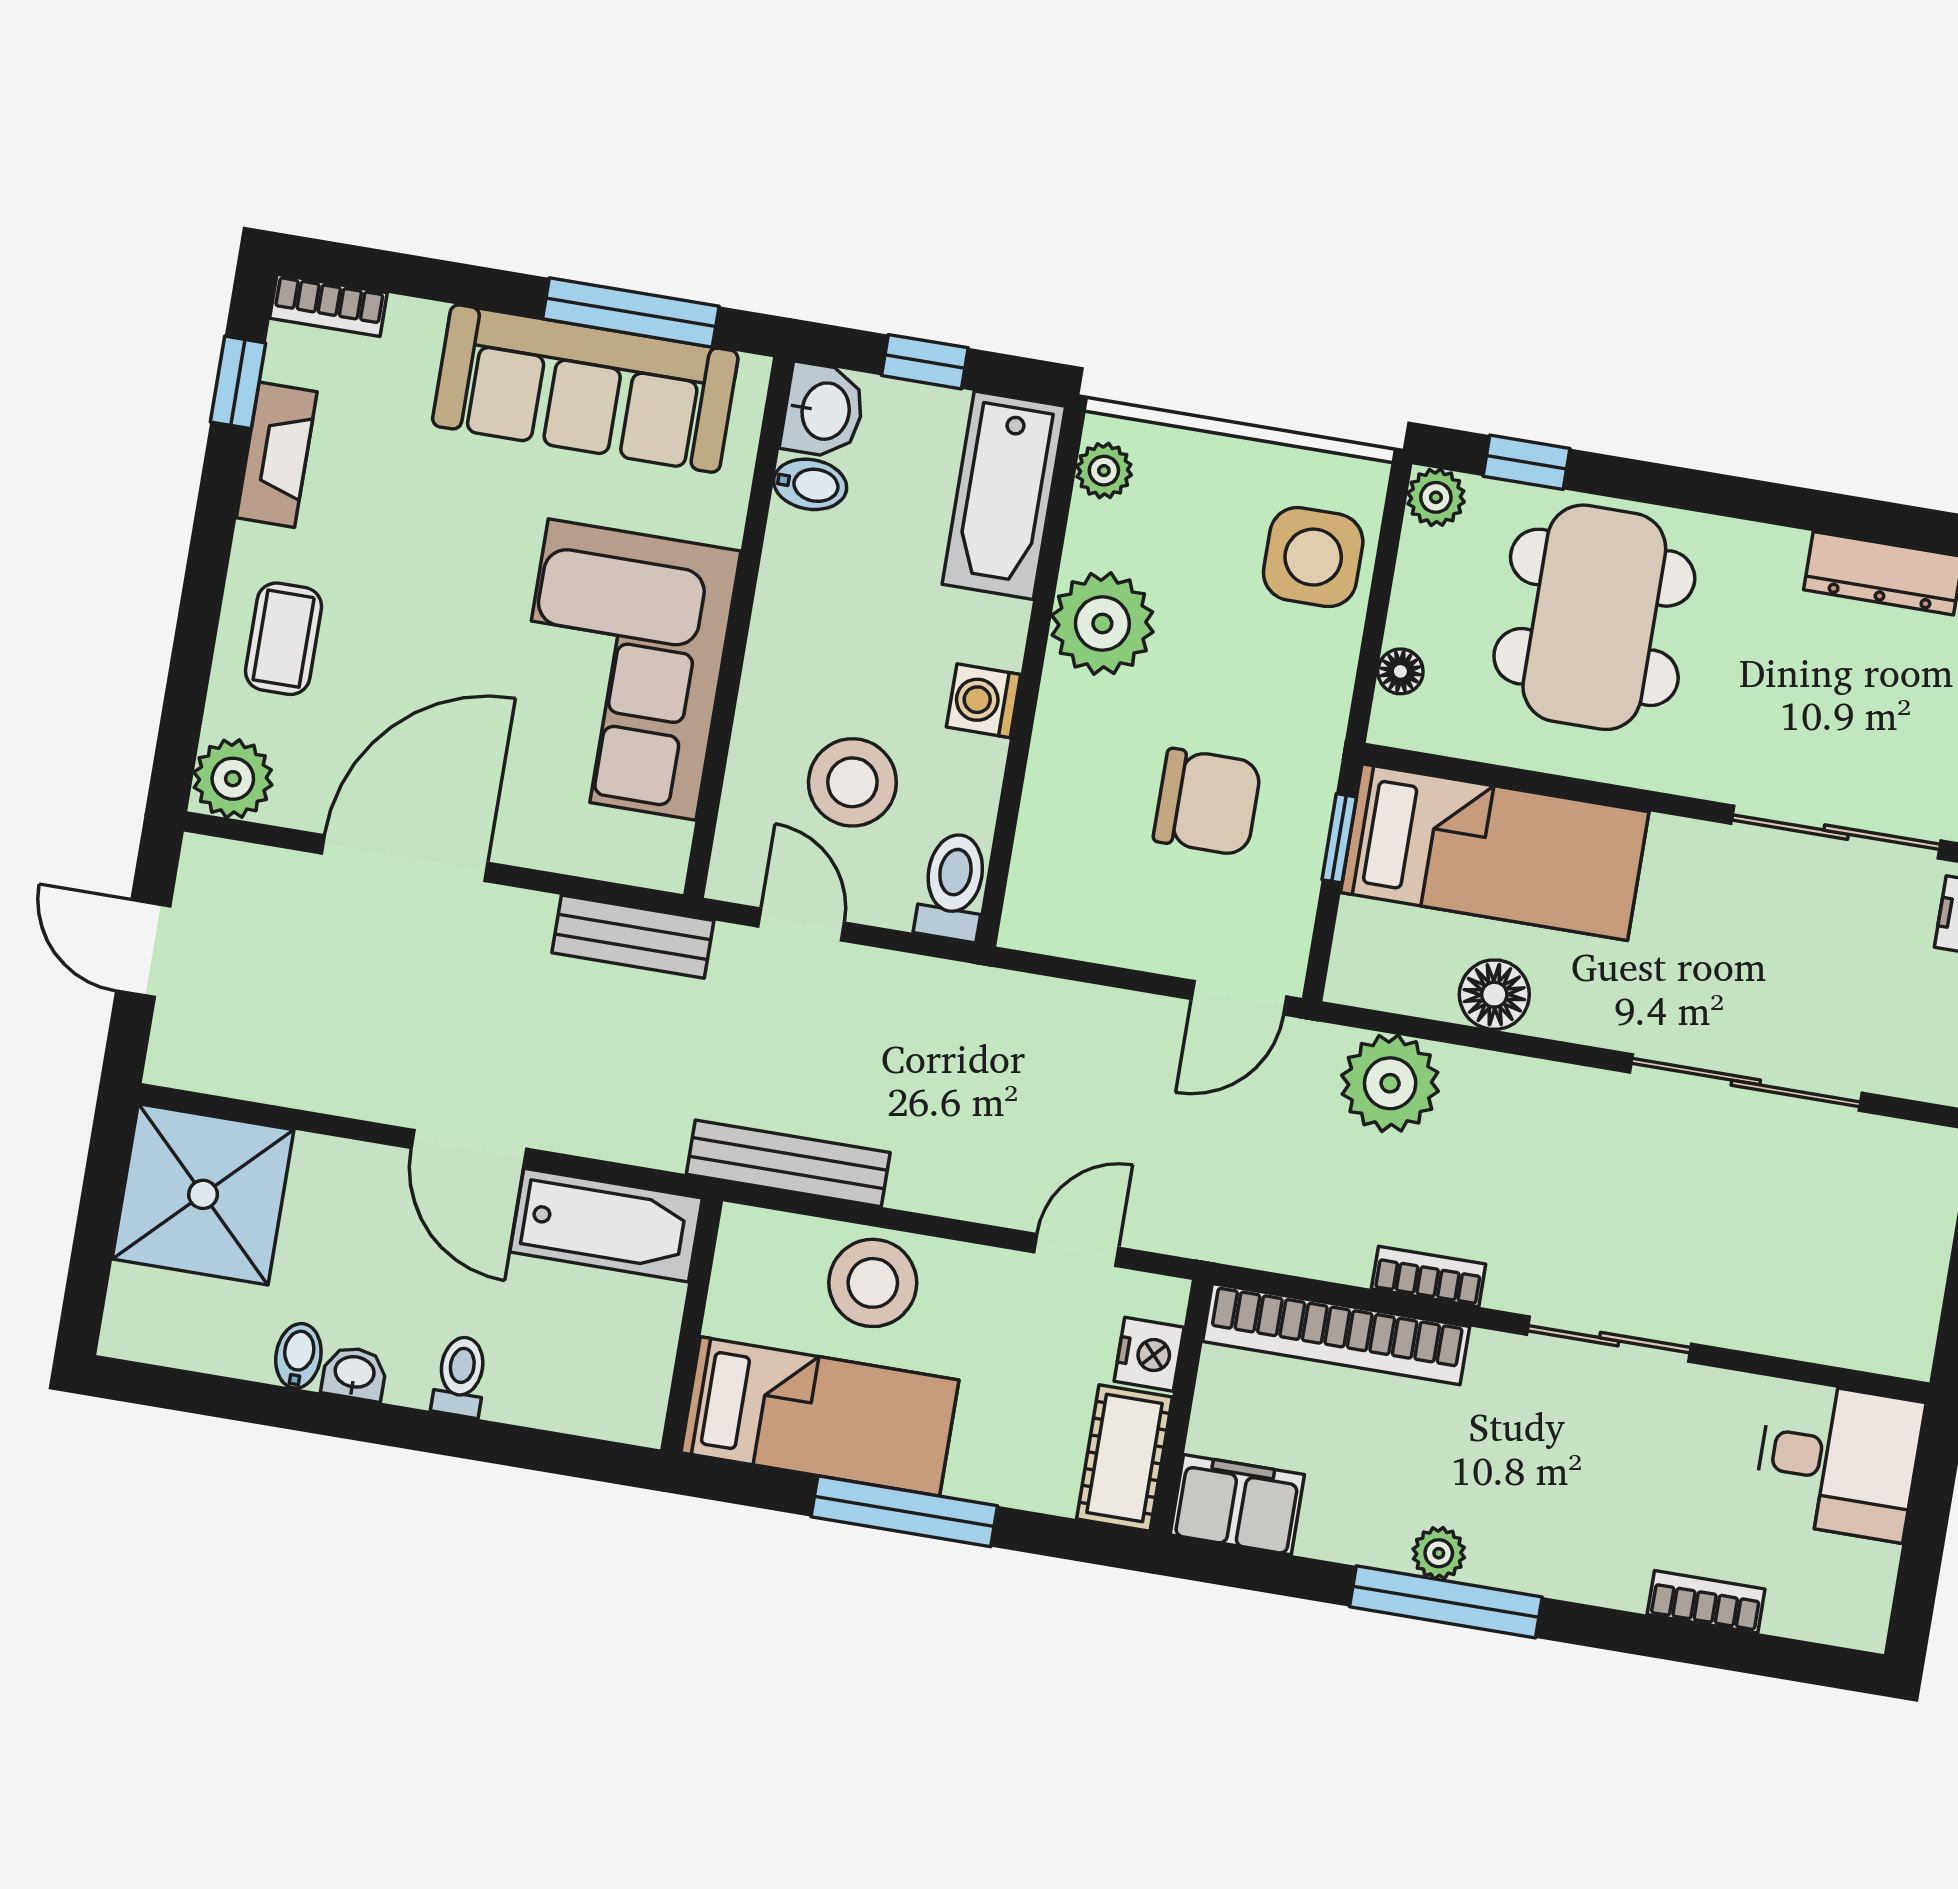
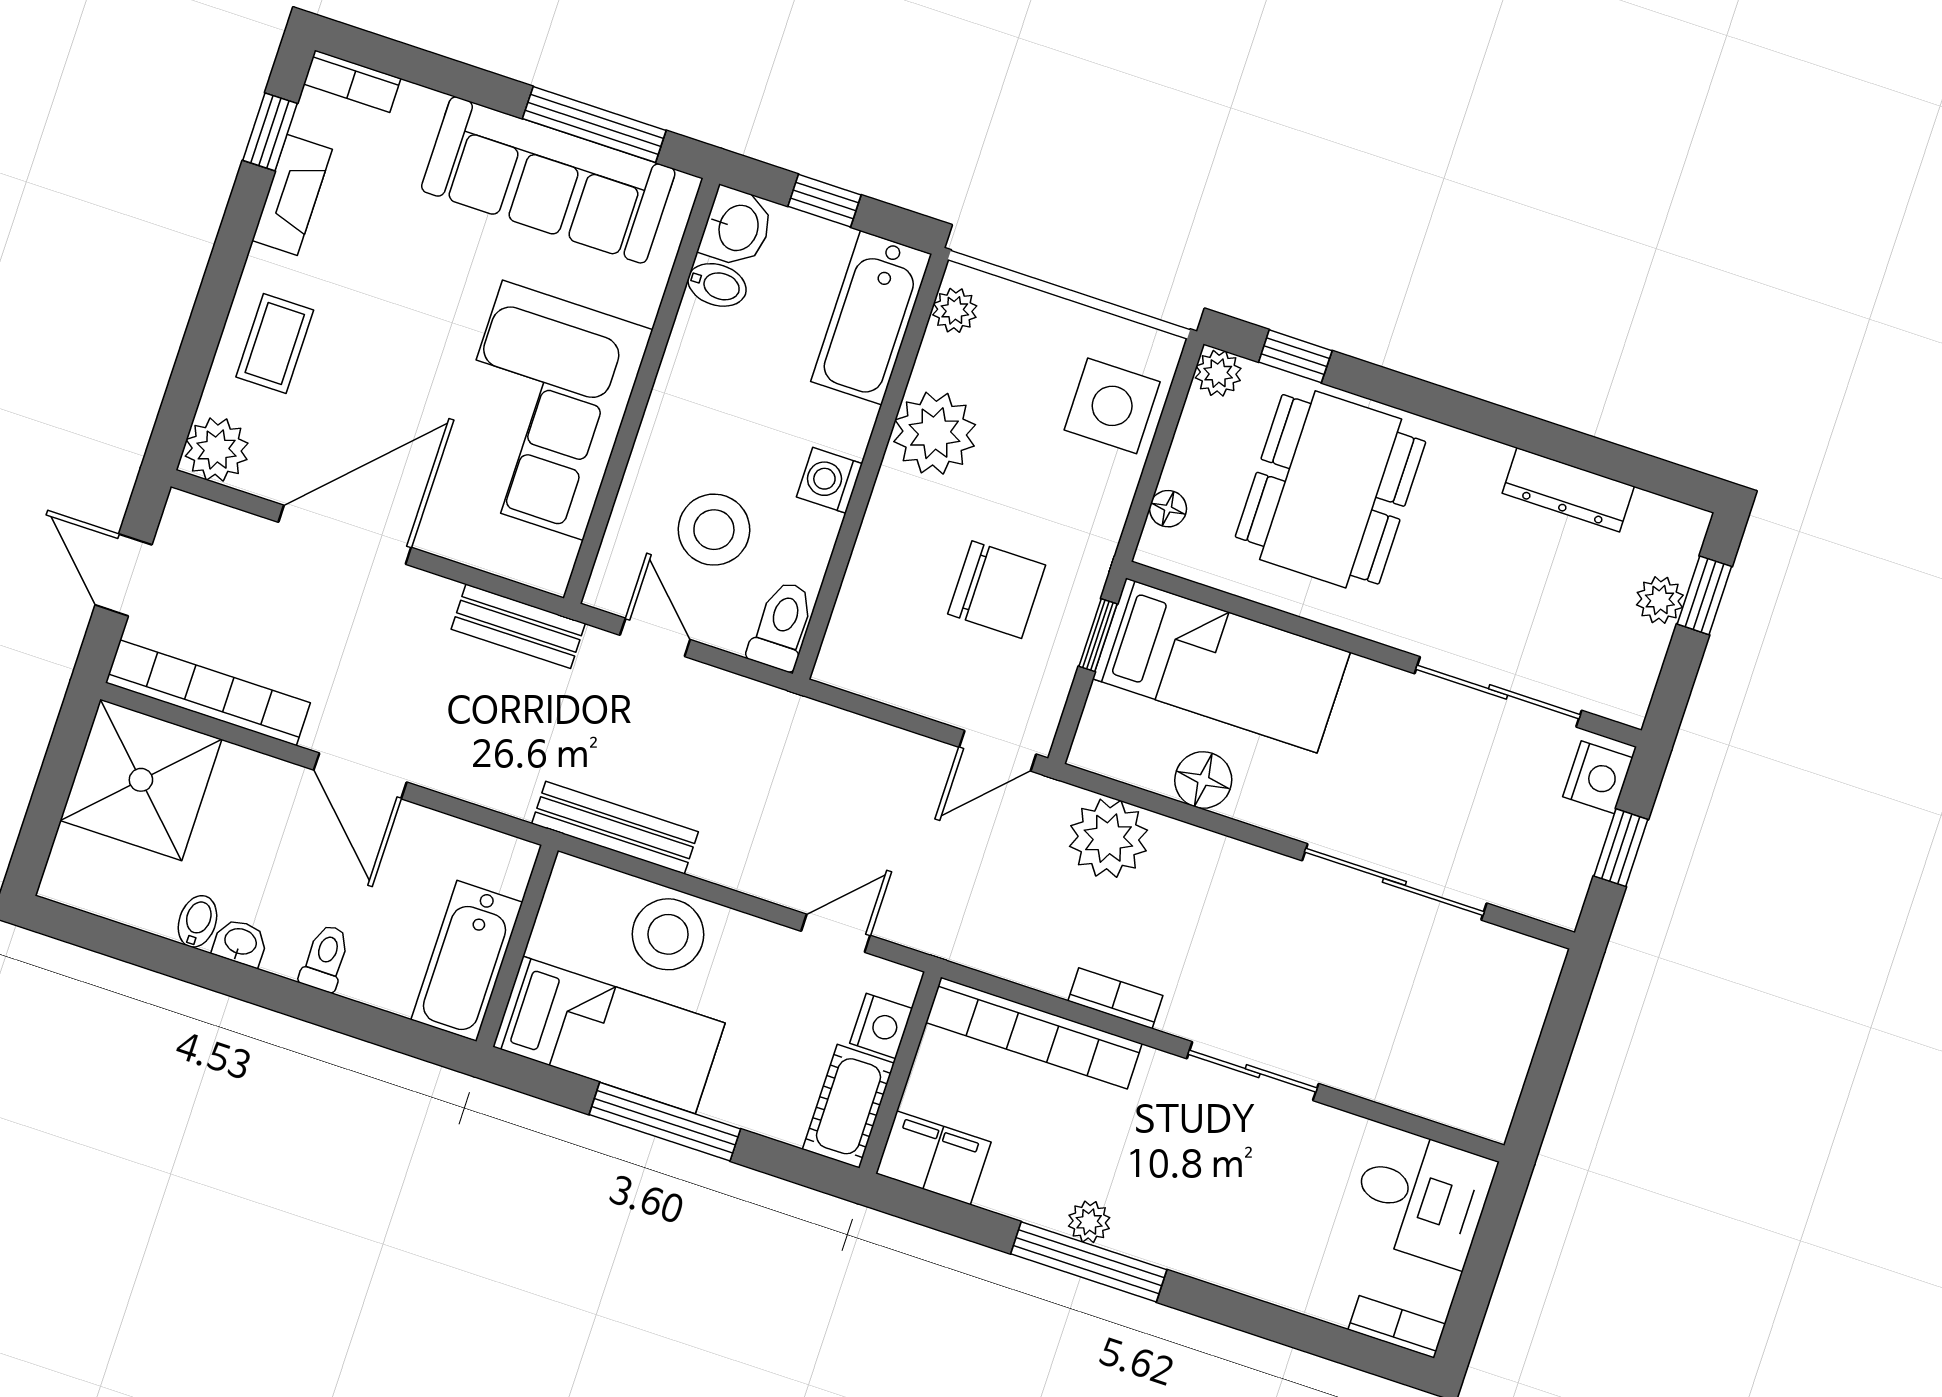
bookcase: (268, 1076) -> (208, 693), added
bathtub: (606, 1225) -> (467, 961), moved, turned 90
bookcase: (1706, 1602) -> (1397, 1327), moved

